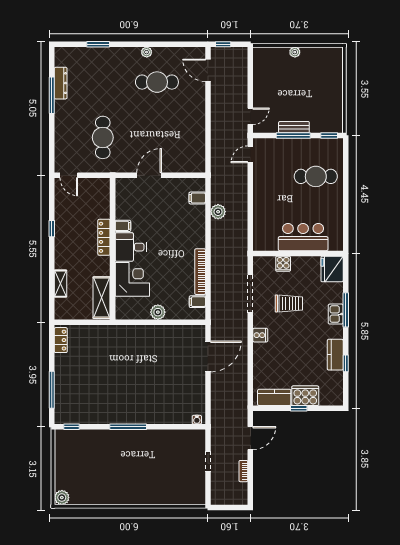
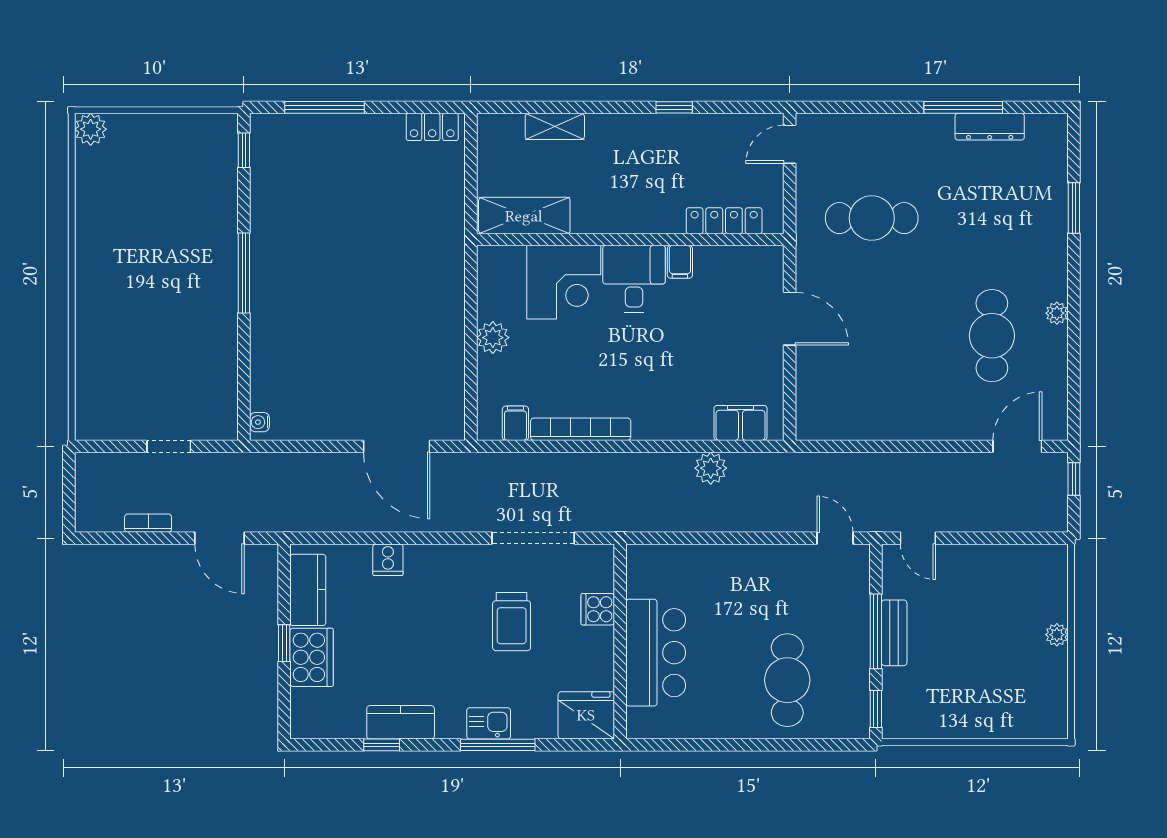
filing cabinet: (197, 198) -> (740, 423), width x2.00
locker: (104, 237) -> (724, 221), moved
cooker: (260, 335) -> (388, 560), moved

